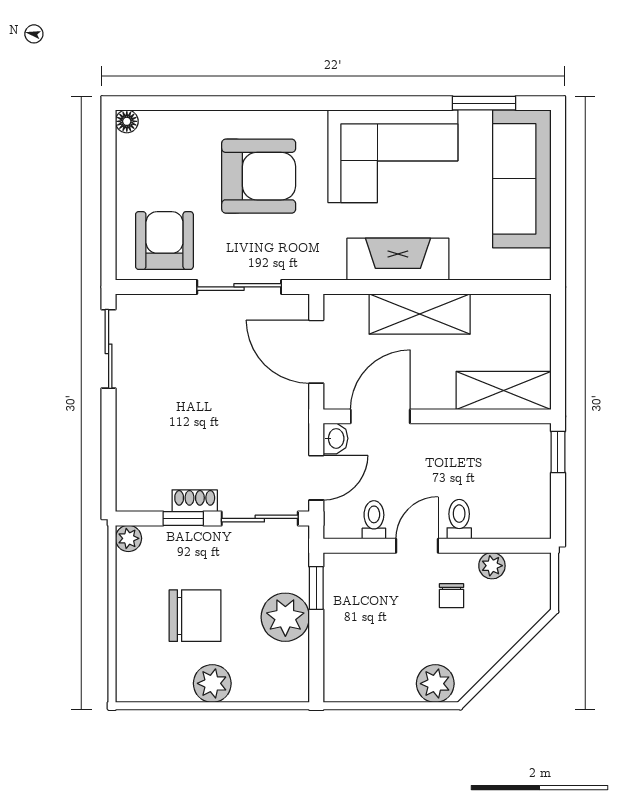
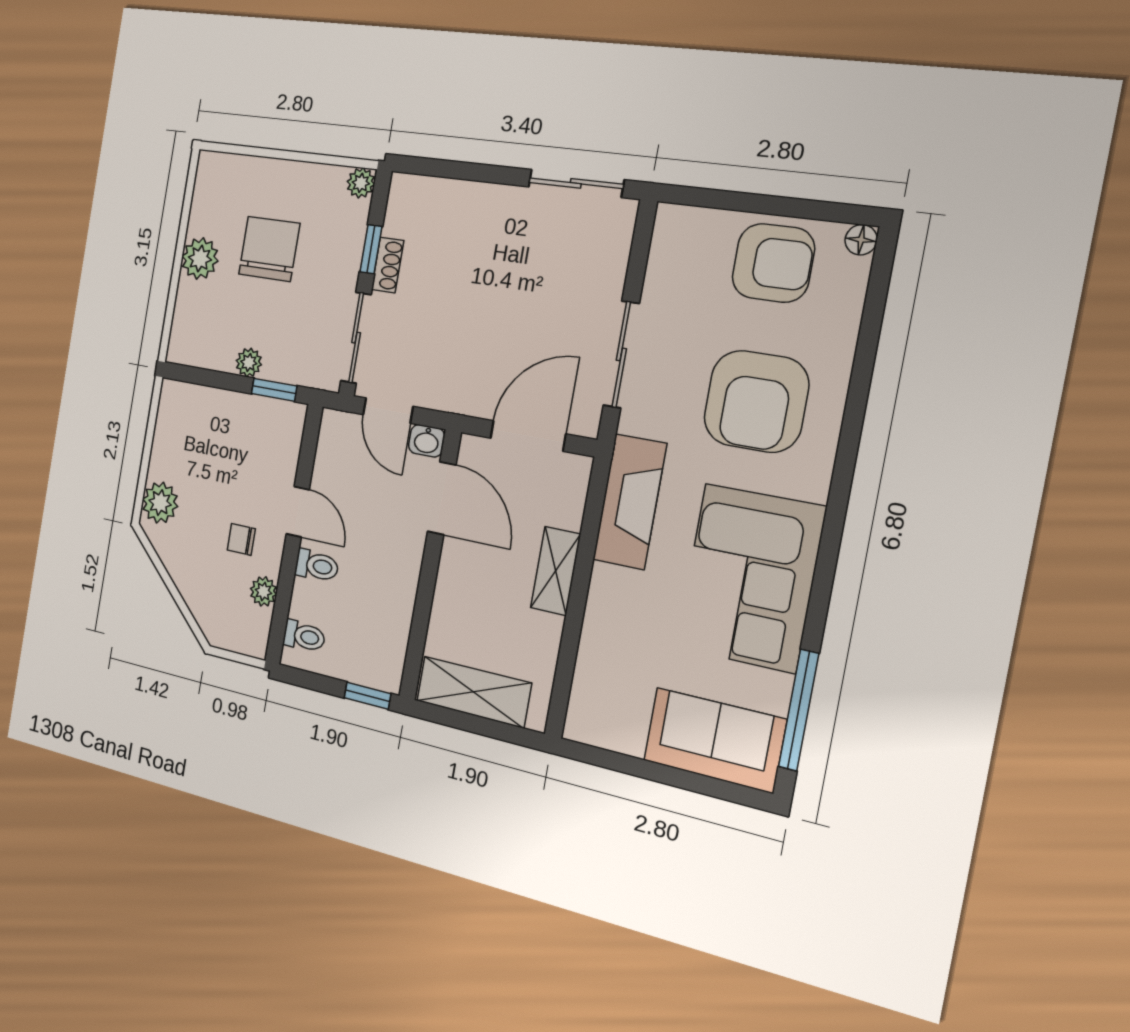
window: (484, 103) -> (799, 710), width x1.44
sofa: (522, 179) -> (714, 740), width x0.73
armchair: (164, 241) -> (773, 263), moved
fireplace: (398, 259) -> (630, 502), moved
shelving: (420, 314) -> (556, 571), width x0.67, depth x0.75
shelving: (504, 391) -> (474, 692), moved, turned 90
toilet: (374, 520) -> (304, 636), moved
chair: (195, 616) -> (269, 249), turned 180
plant: (285, 617) -> (249, 363), width x0.53, depth x0.53

